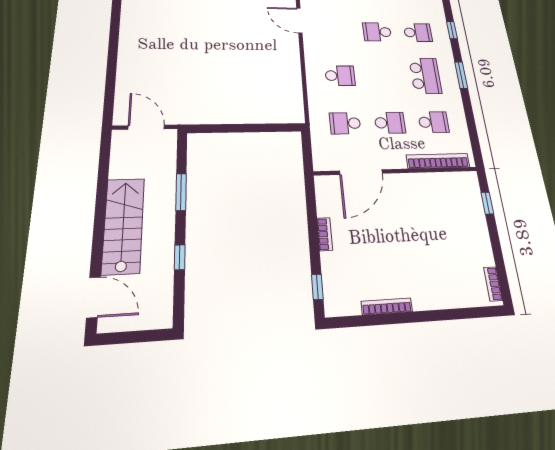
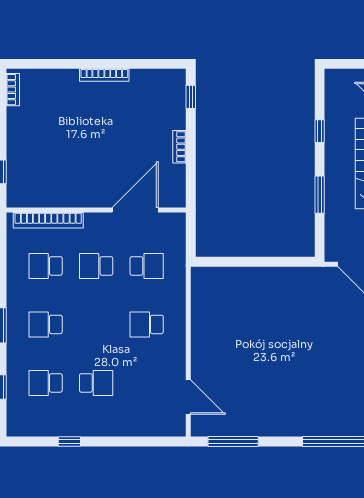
school desk: (425, 76) -> (46, 324), width x0.54
bookcase: (387, 306) -> (104, 75), moved

